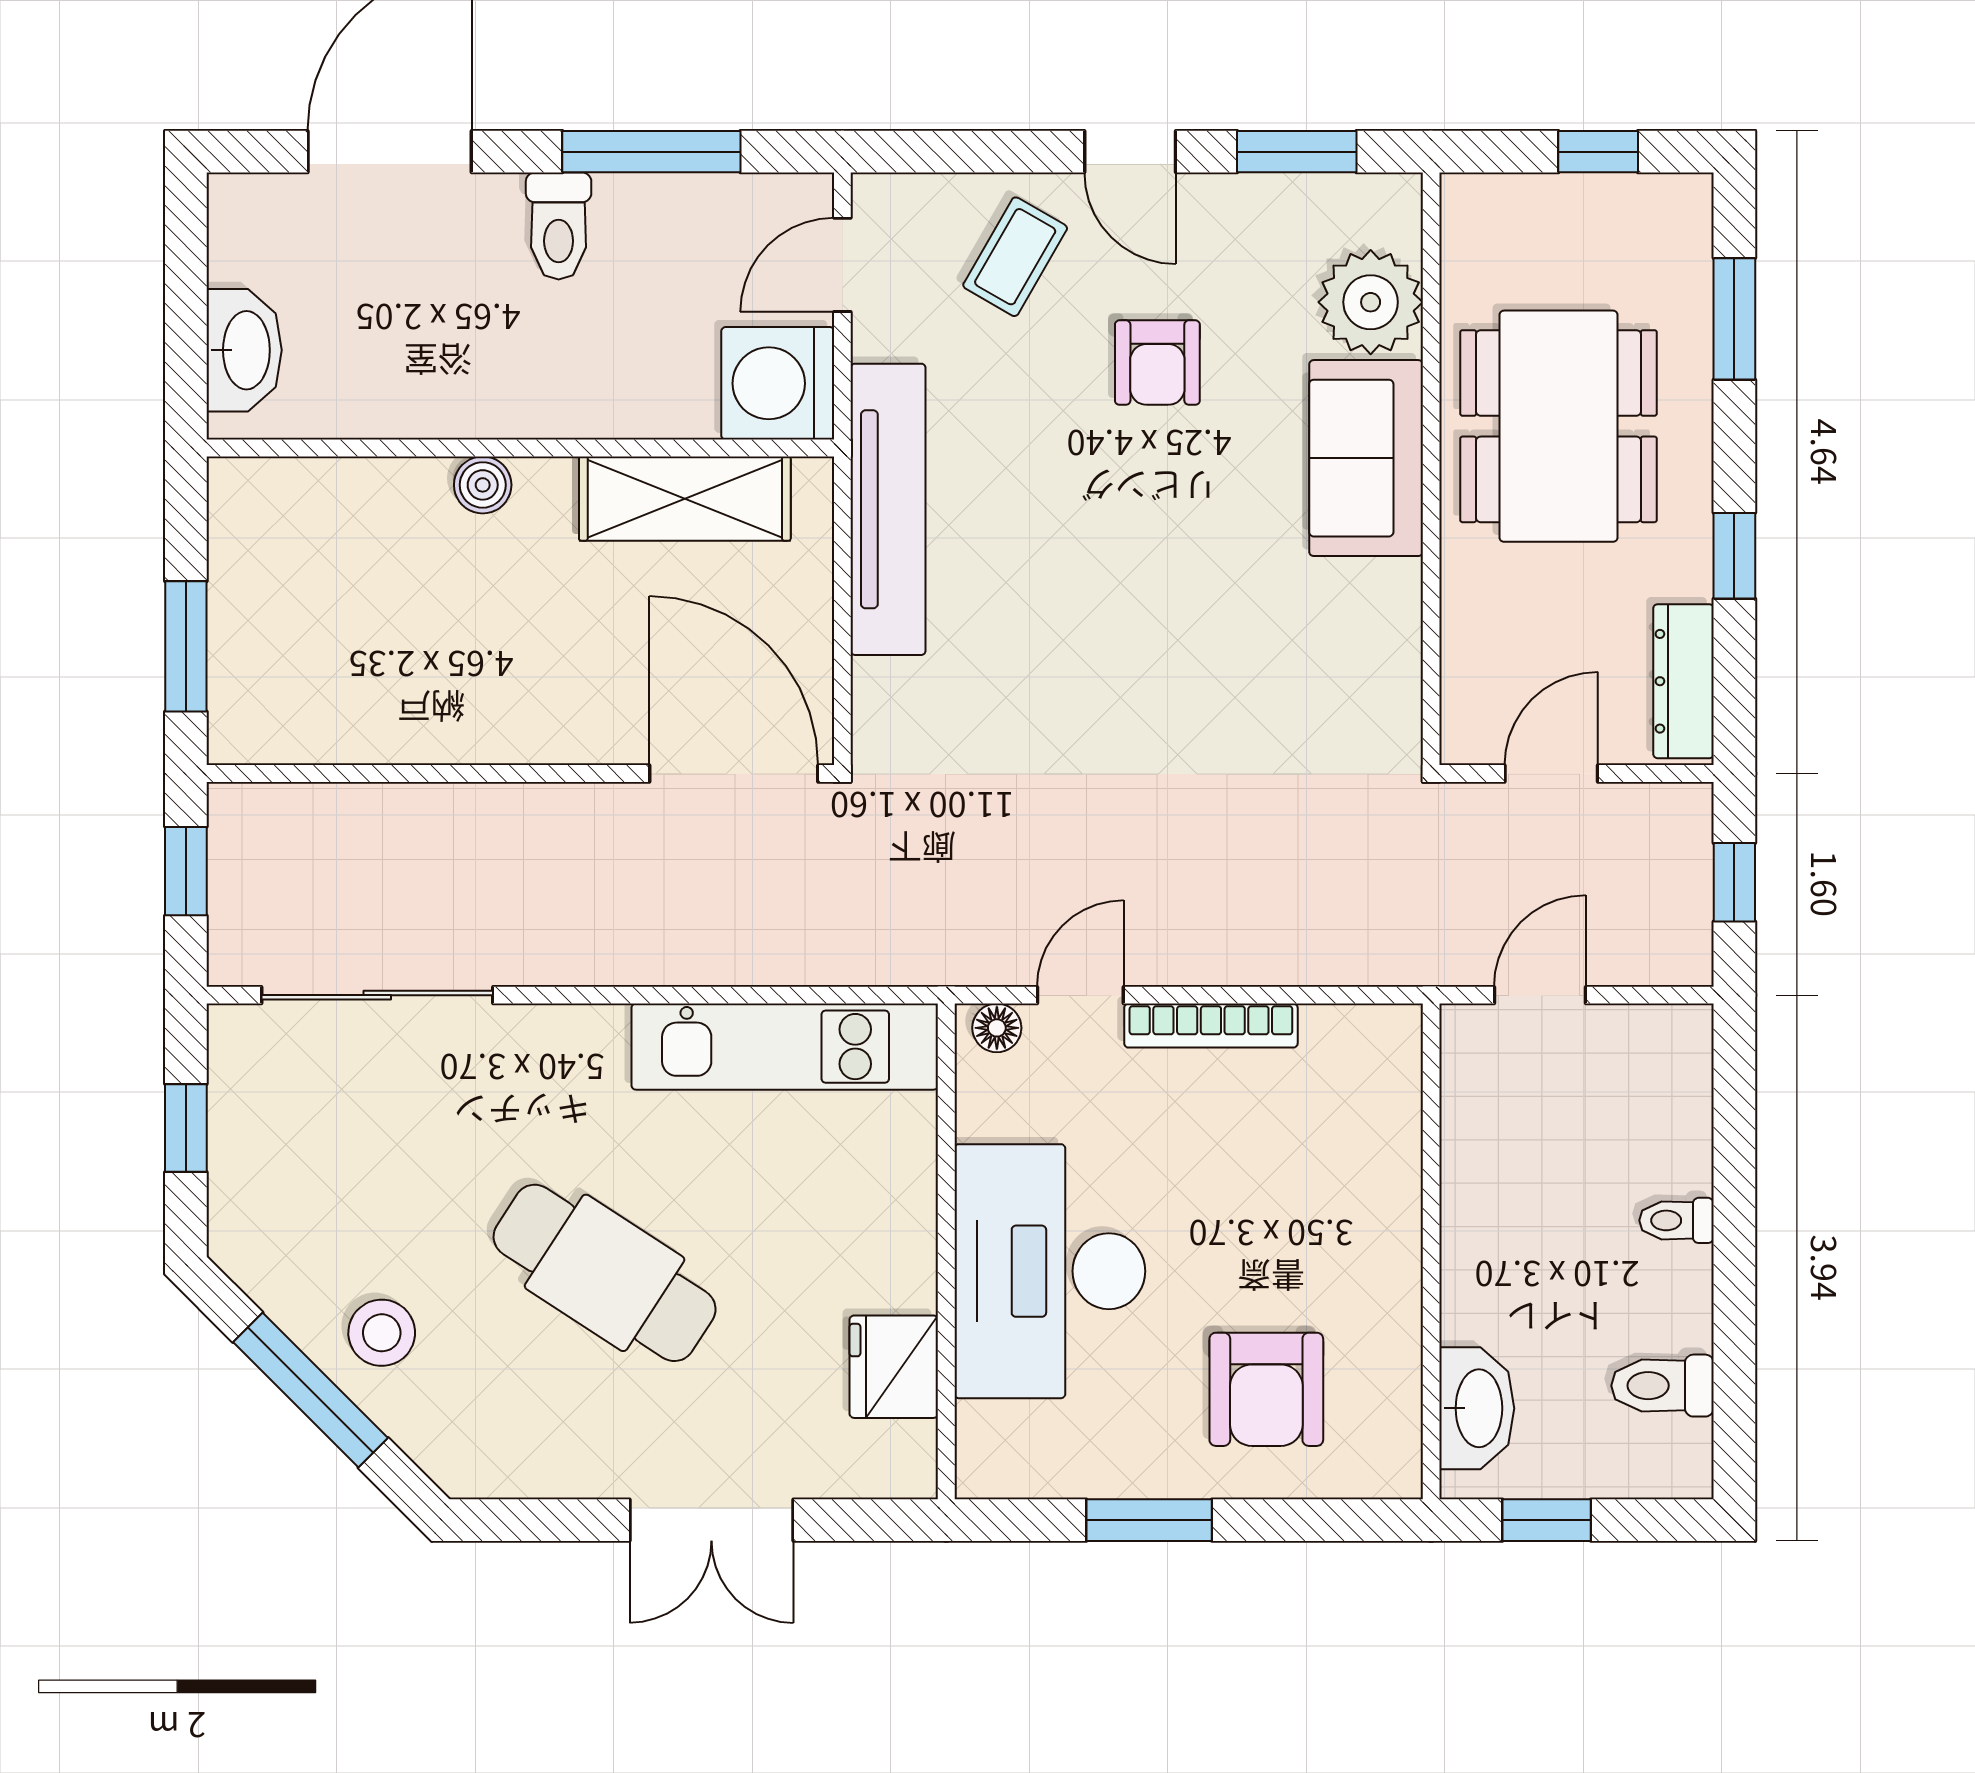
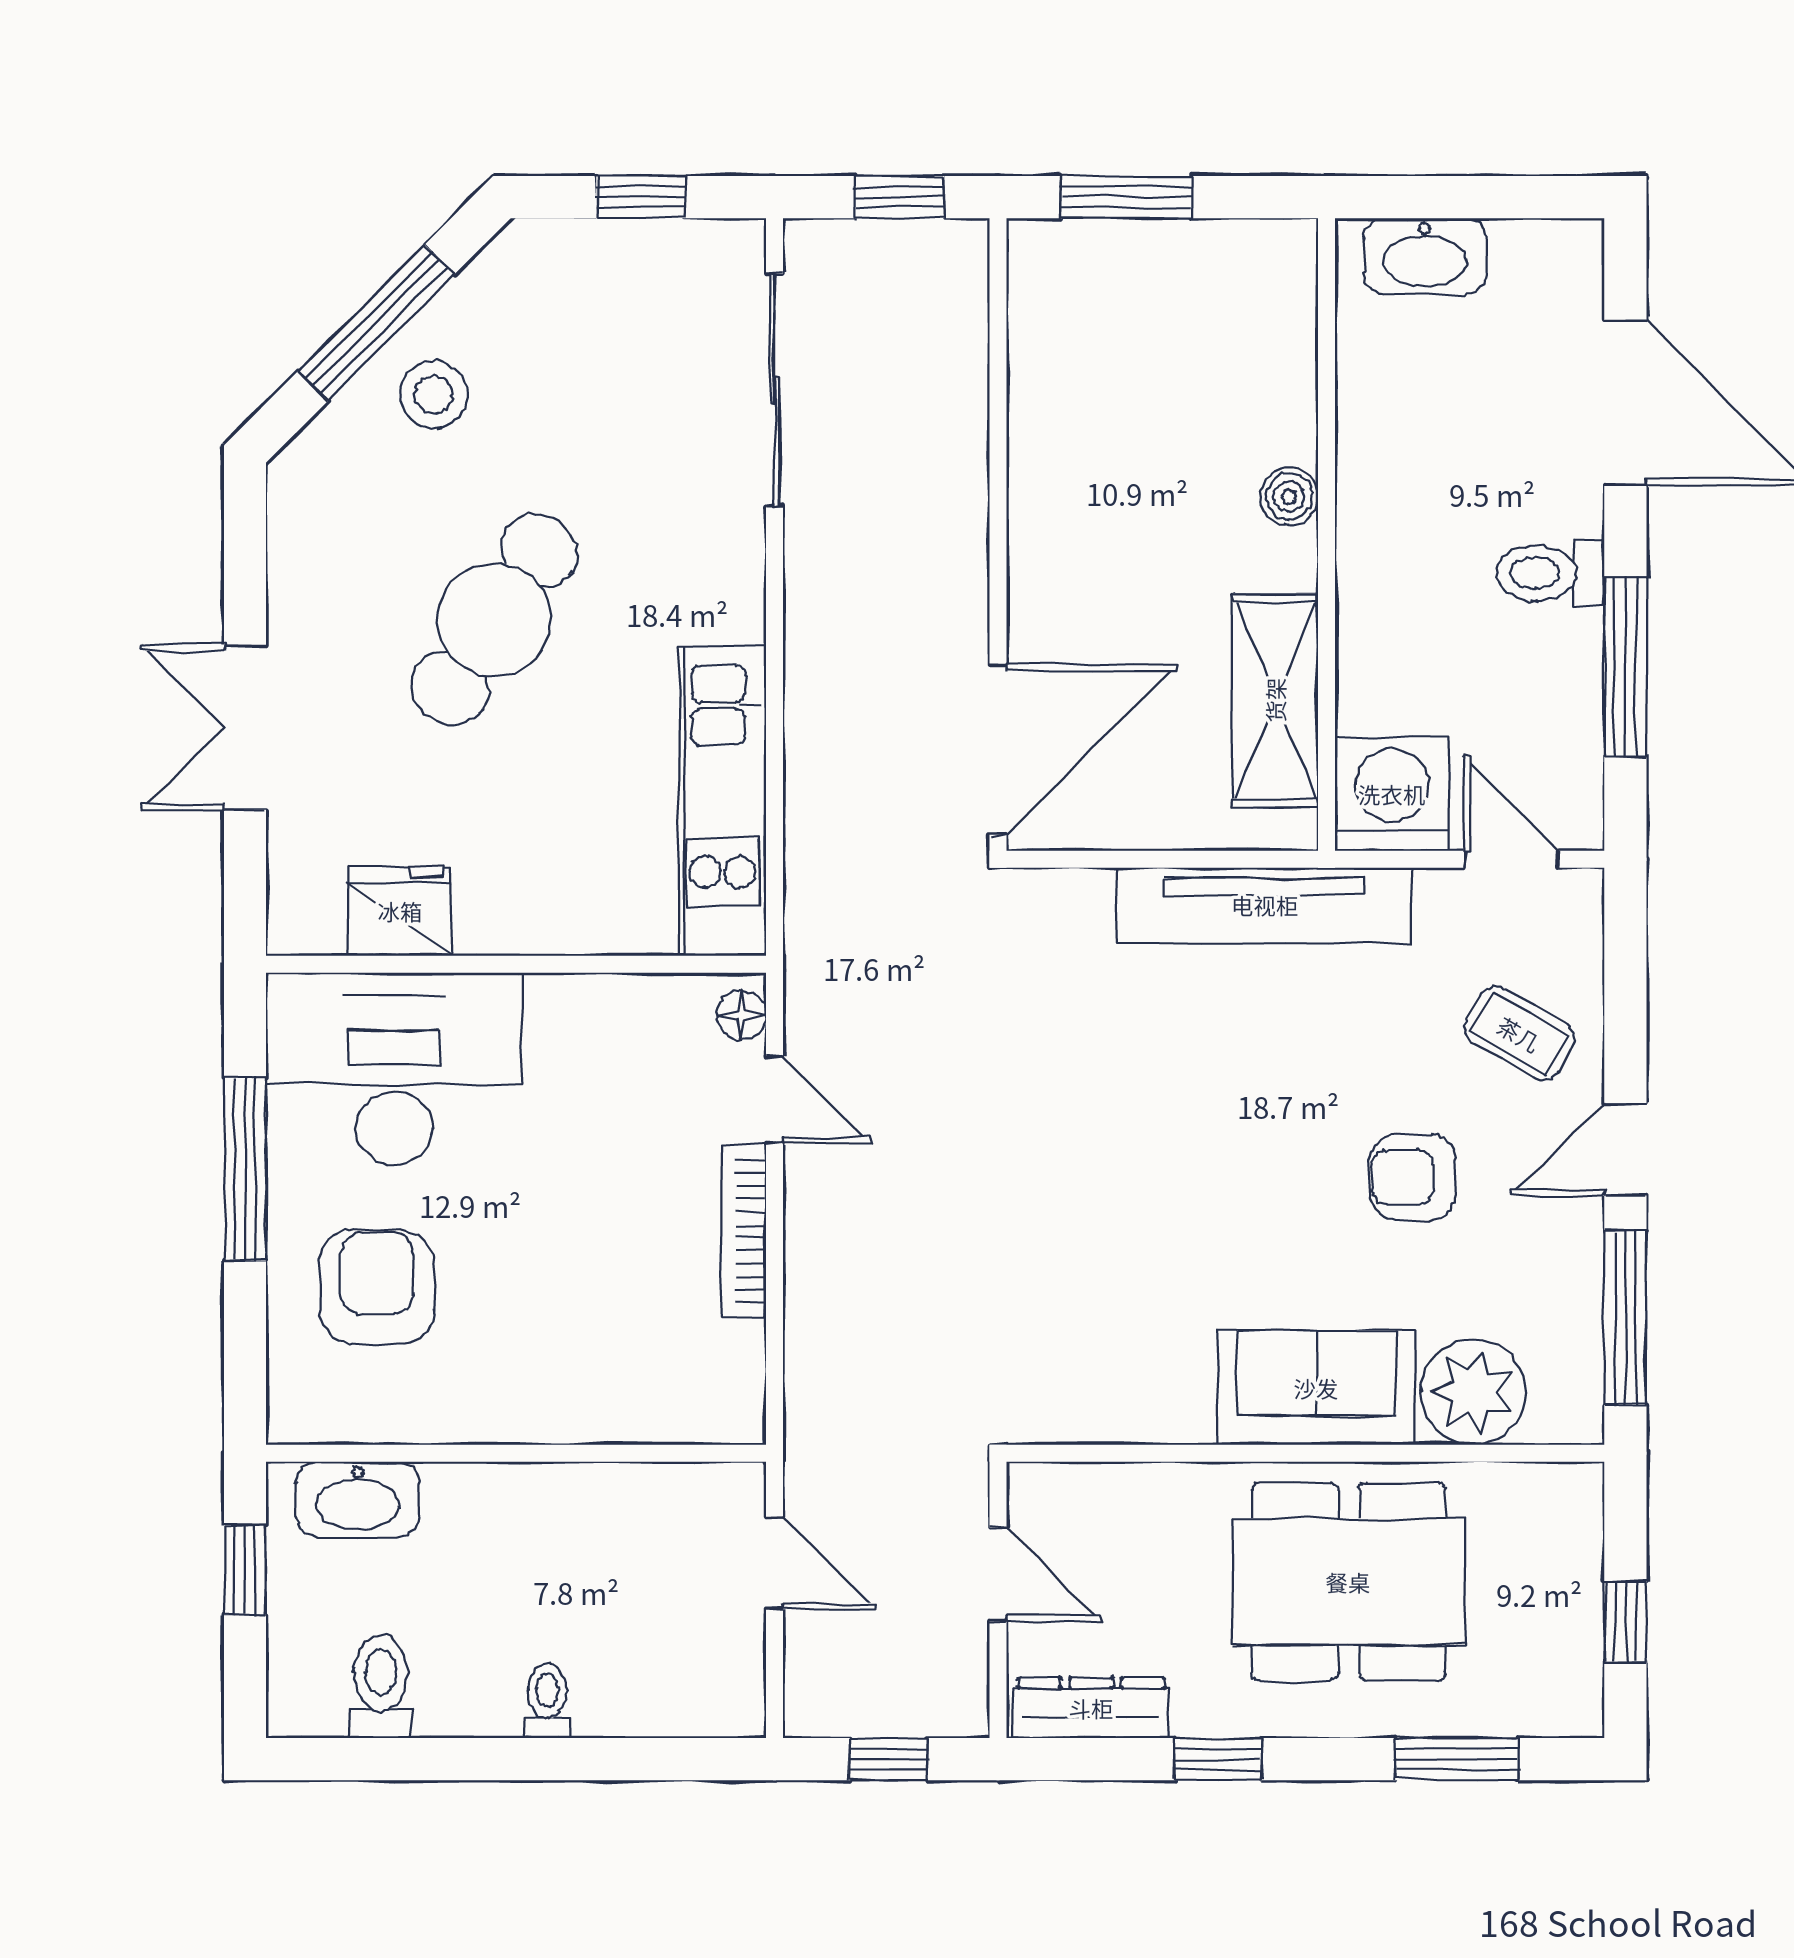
window: (1297, 152) -> (1625, 1318), width x1.44
desk: (1050, 1271) -> (394, 1069), moved
armchair: (1266, 1389) -> (377, 1287), turned 90
window: (1149, 1520) -> (245, 1169), width x1.44

